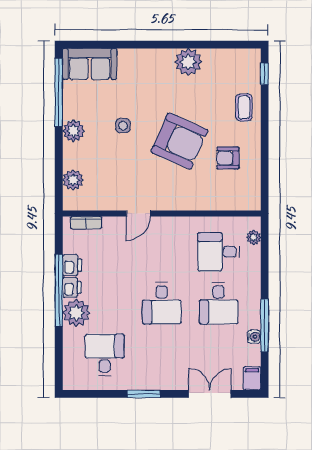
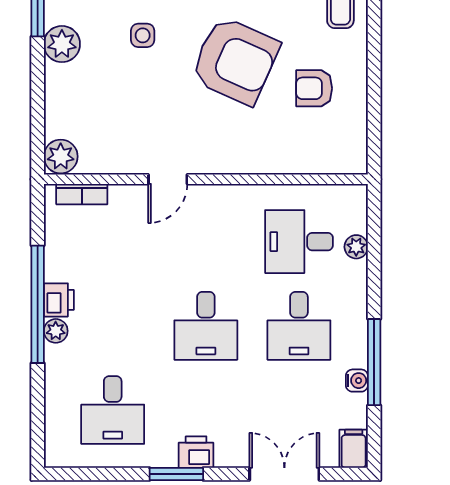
plant: (73, 180) -> (61, 156), moved
plant: (254, 237) -> (356, 247), moved
printer: (72, 265) -> (196, 452), moved, turned -90
plant: (76, 313) -> (56, 331), width x0.53, depth x0.53
desk: (105, 355) -> (113, 410), turned 180

